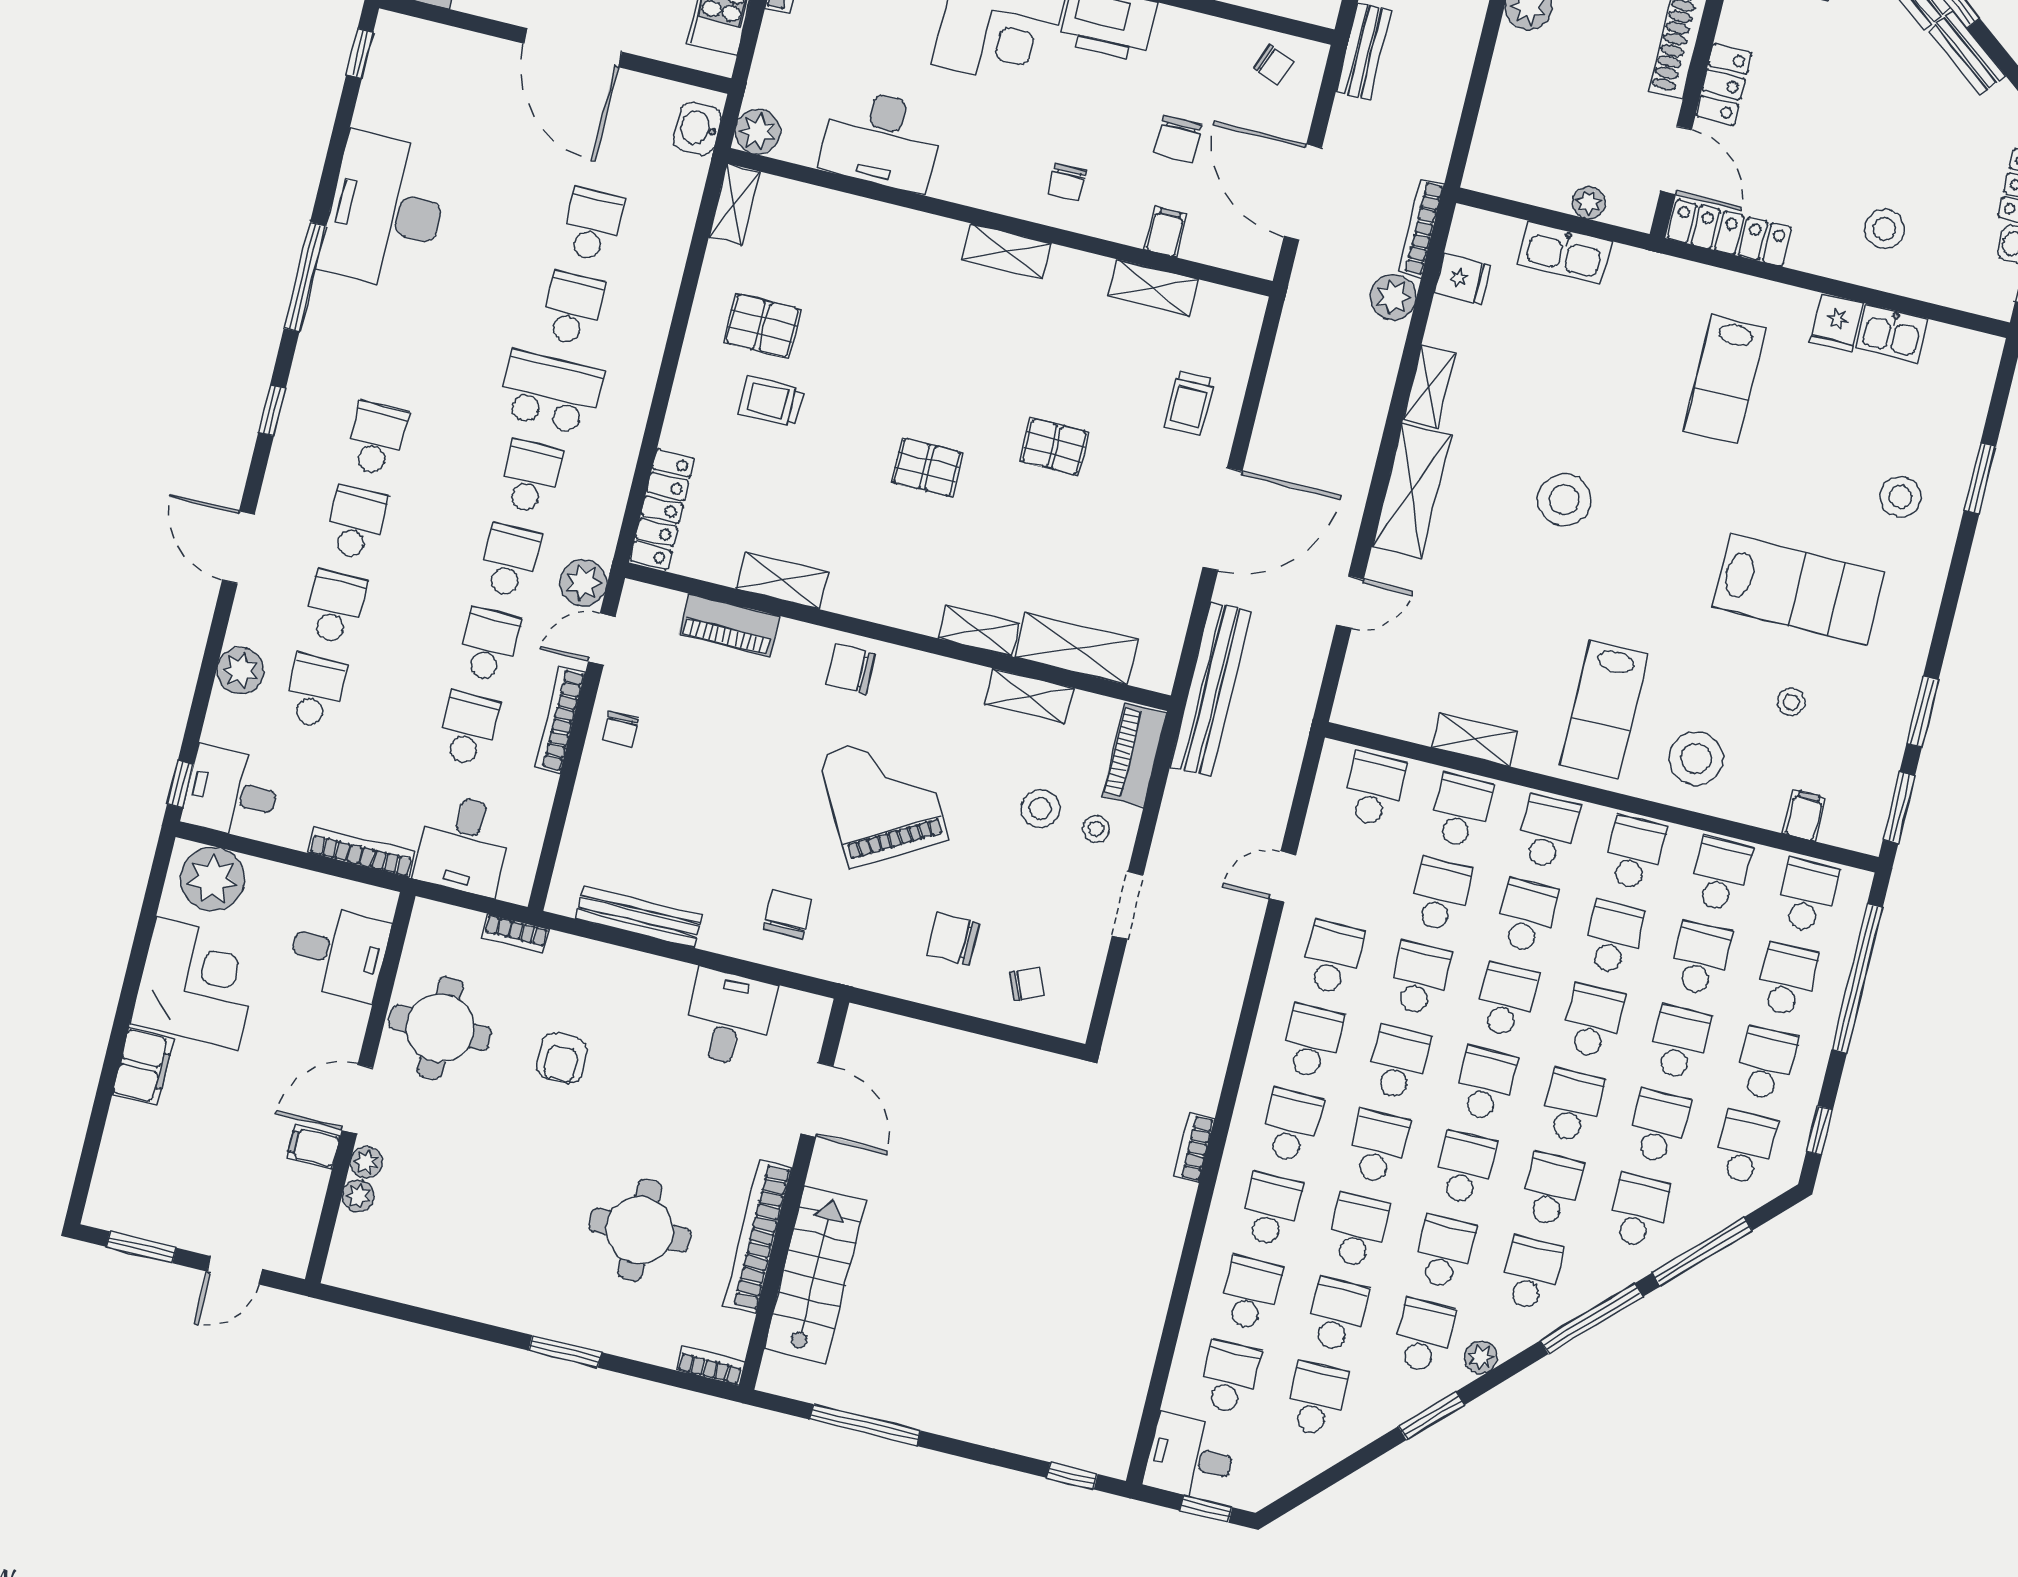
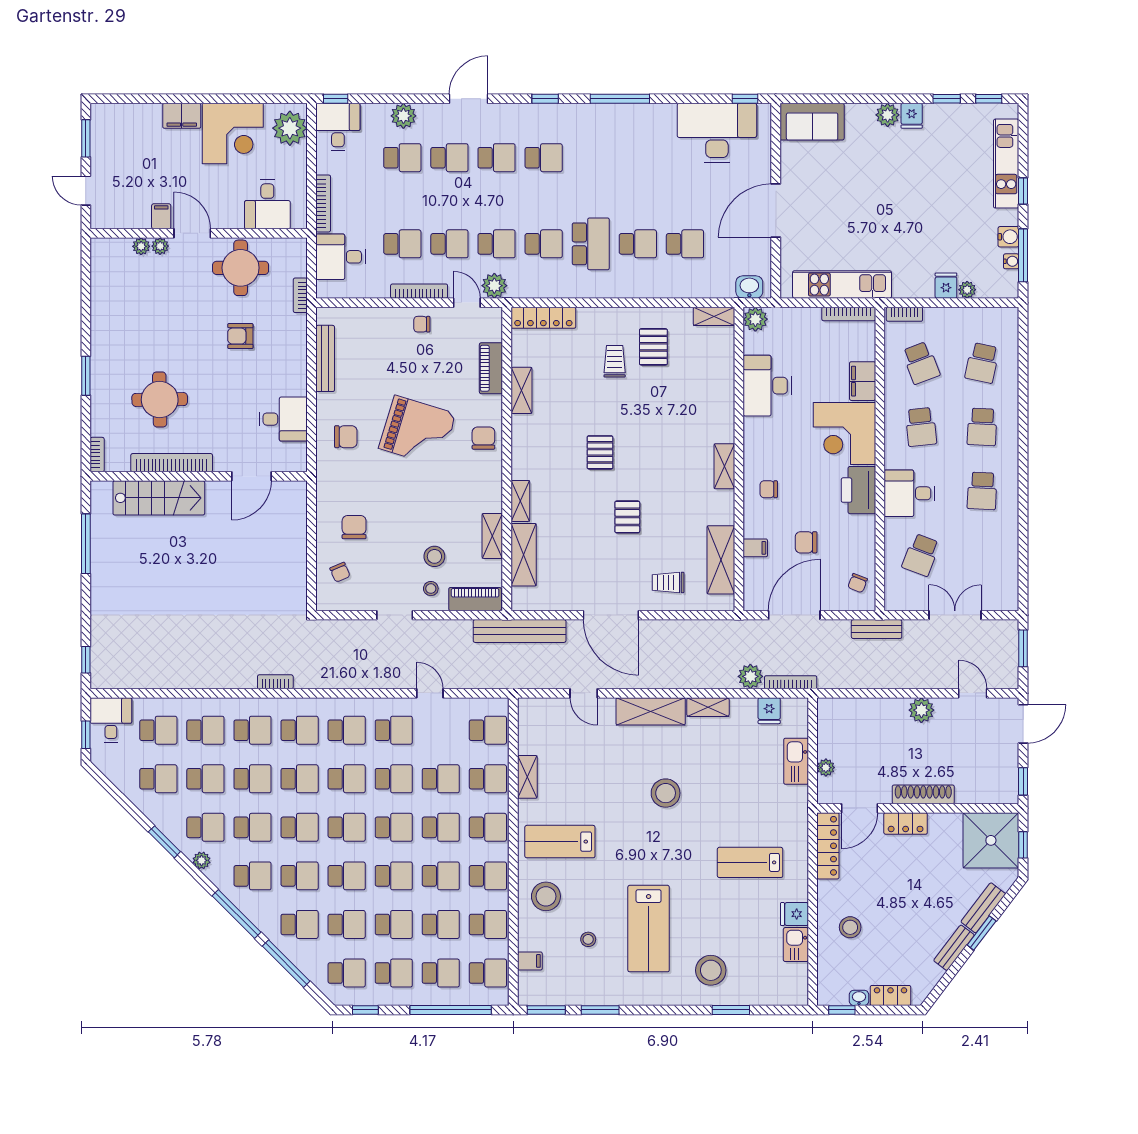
desk: (385, 211) -> (717, 133), moved
shelving: (1153, 288) -> (721, 560), width x1.50, depth x1.33
stool: (1900, 497) -> (711, 970), width x1.38, depth x1.38
grand piano: (883, 798) -> (417, 431), moved, turned 47

